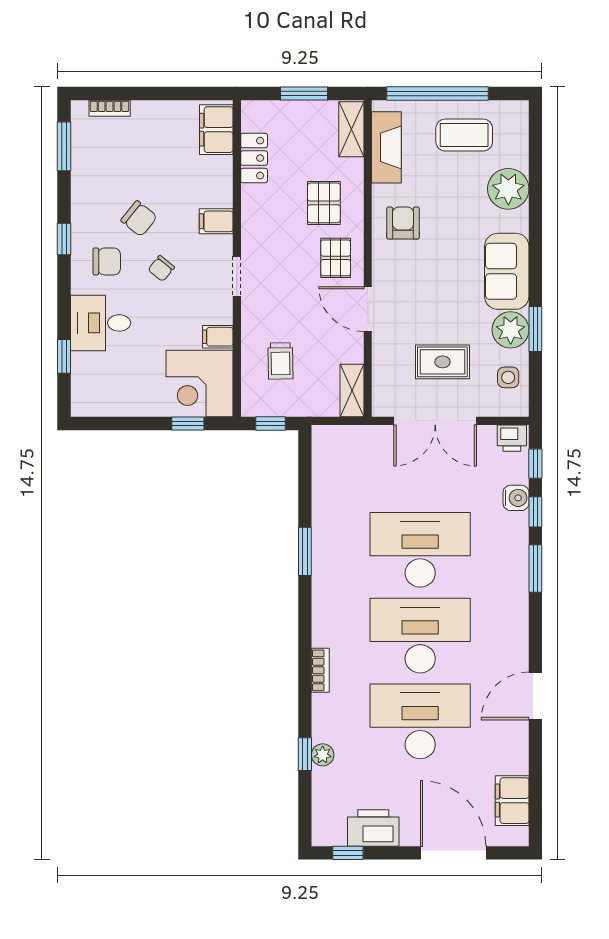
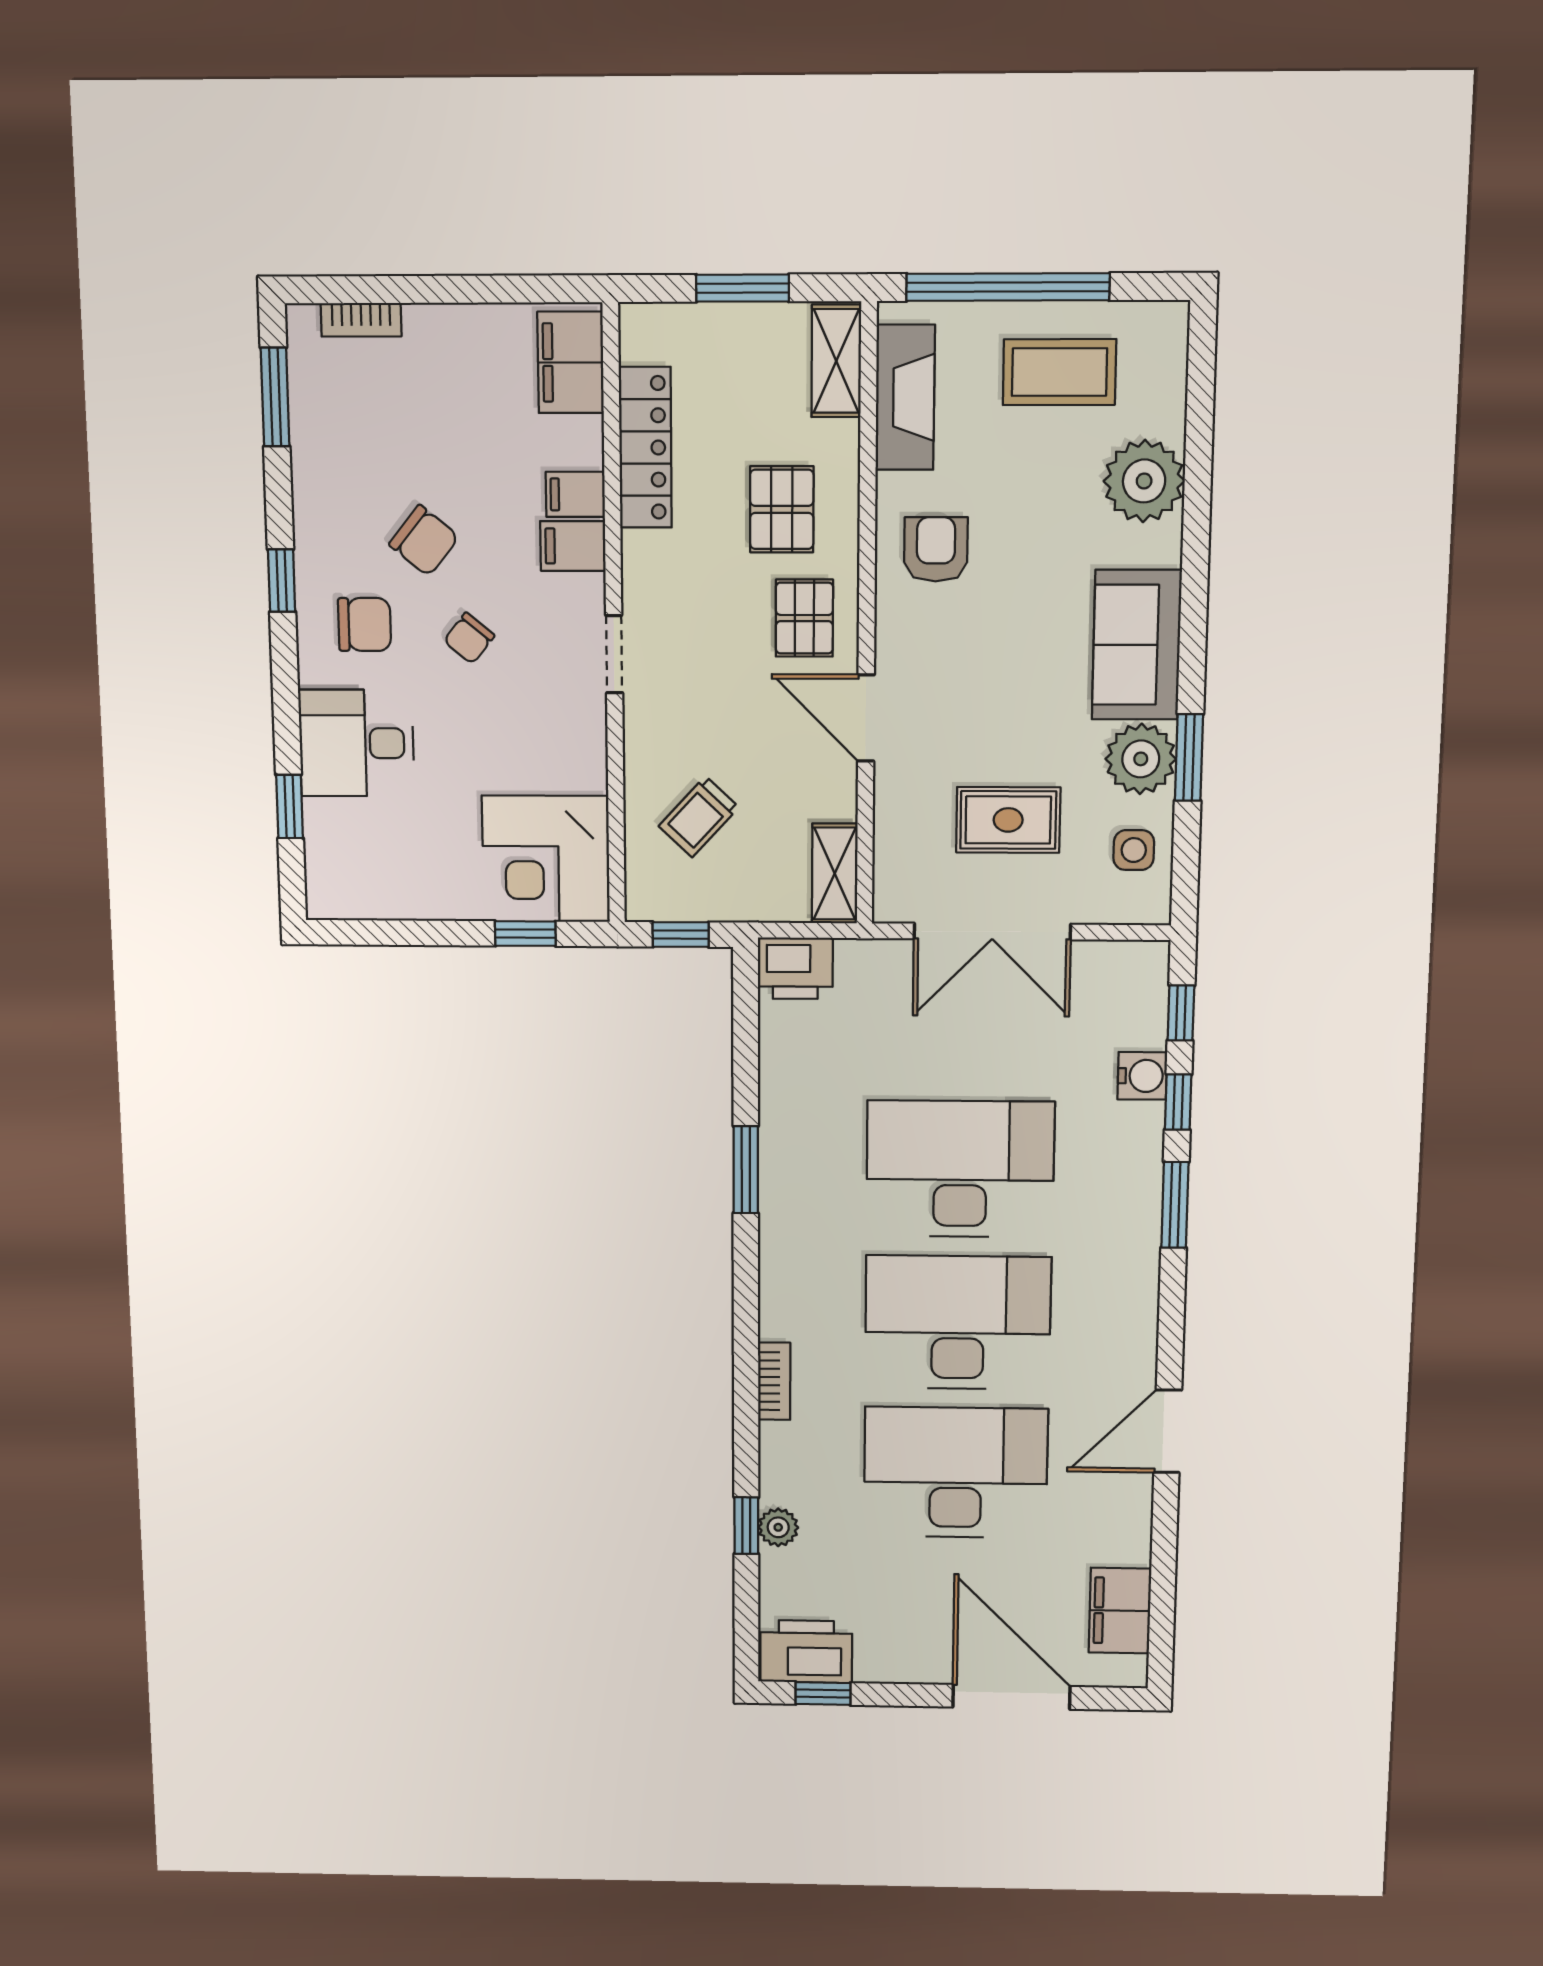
locker: (254, 158) -> (645, 448), width x1.53
filing cabinet: (218, 337) -> (575, 494), moved
trolley: (280, 361) -> (699, 817), turned 44
printer: (512, 438) -> (795, 968), moved, width x1.36, depth x1.24
printer: (373, 828) -> (806, 1651), moved

